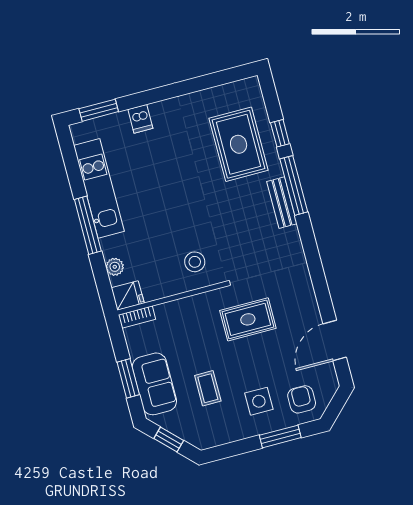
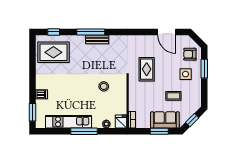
window: (280, 133) -> (54, 32), moved
rug: (239, 144) -> (53, 52), moved
stool: (195, 262) -> (104, 86), moved

